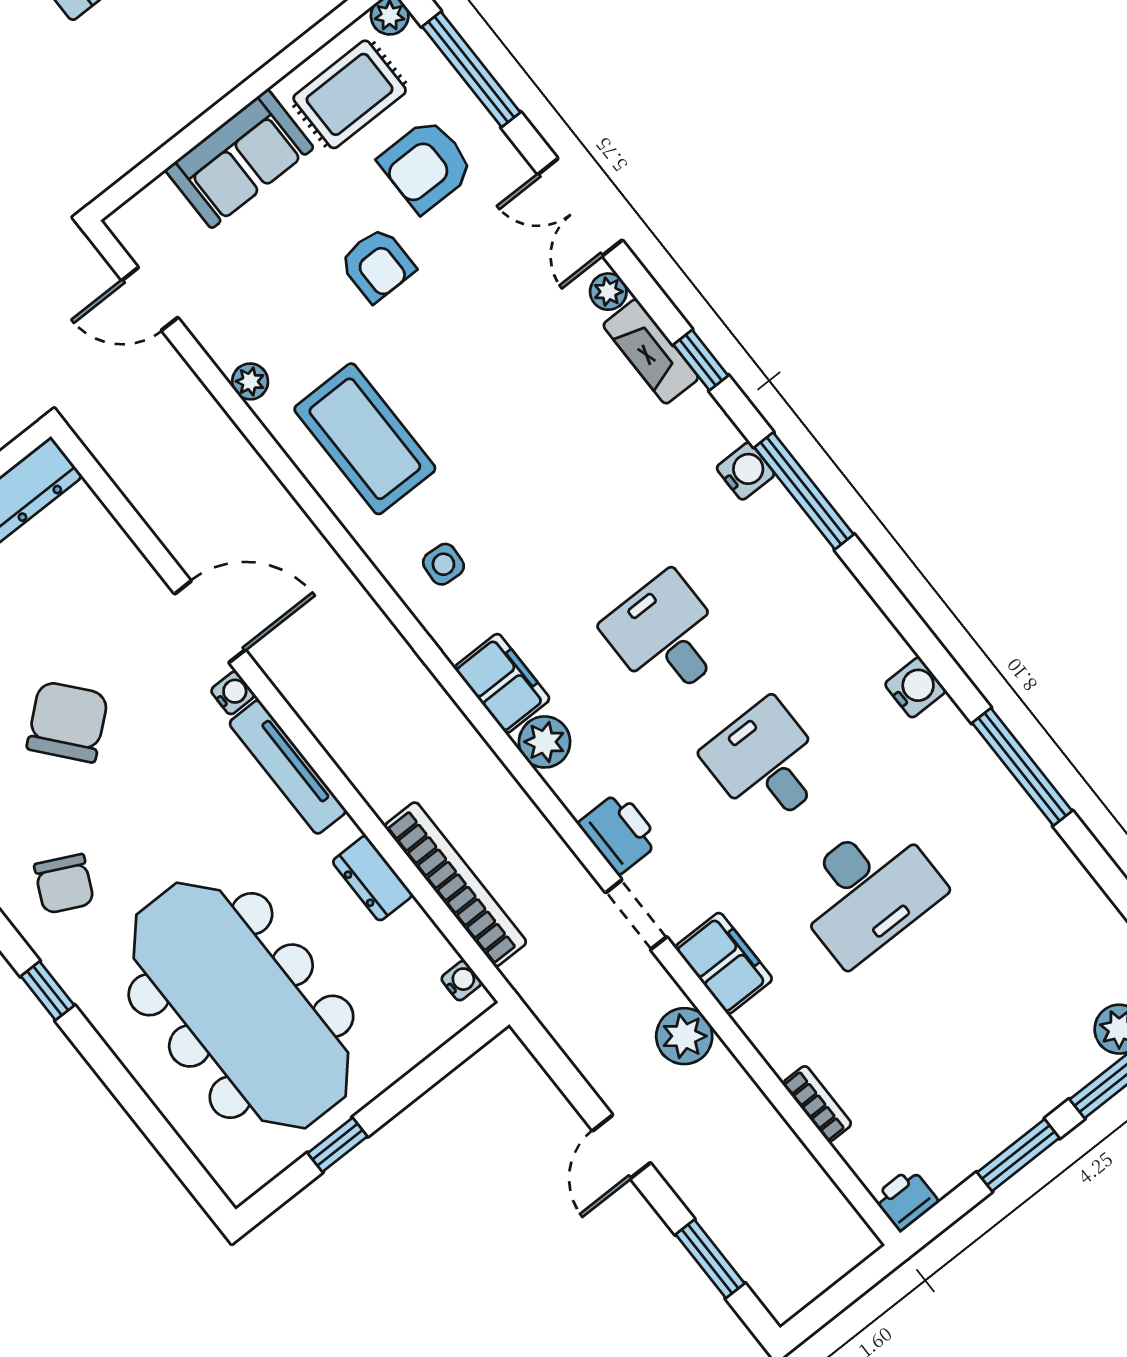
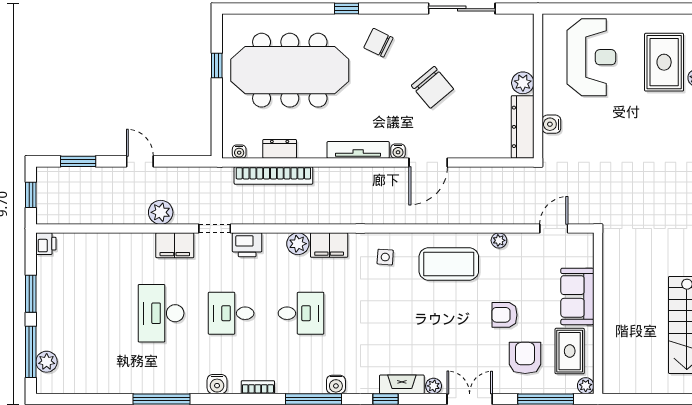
desk: (767, 764) -> (231, 313), turned 180
dresser: (372, 878) -> (280, 149), moved
bookcase: (817, 1104) -> (258, 387), moved, turned 180
window: (839, 1297) -> (31, 195), added

